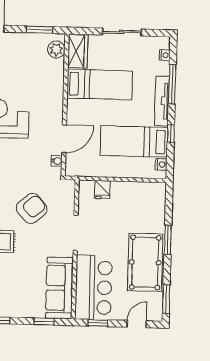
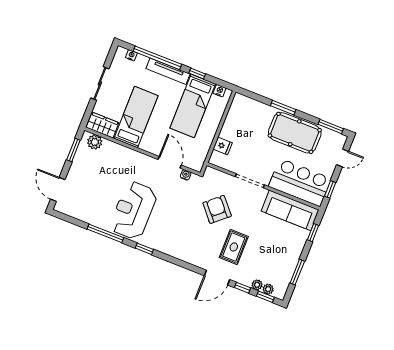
window: (172, 84) -> (157, 58), width x1.46
door: (137, 324) -> (343, 158), swing flipped

